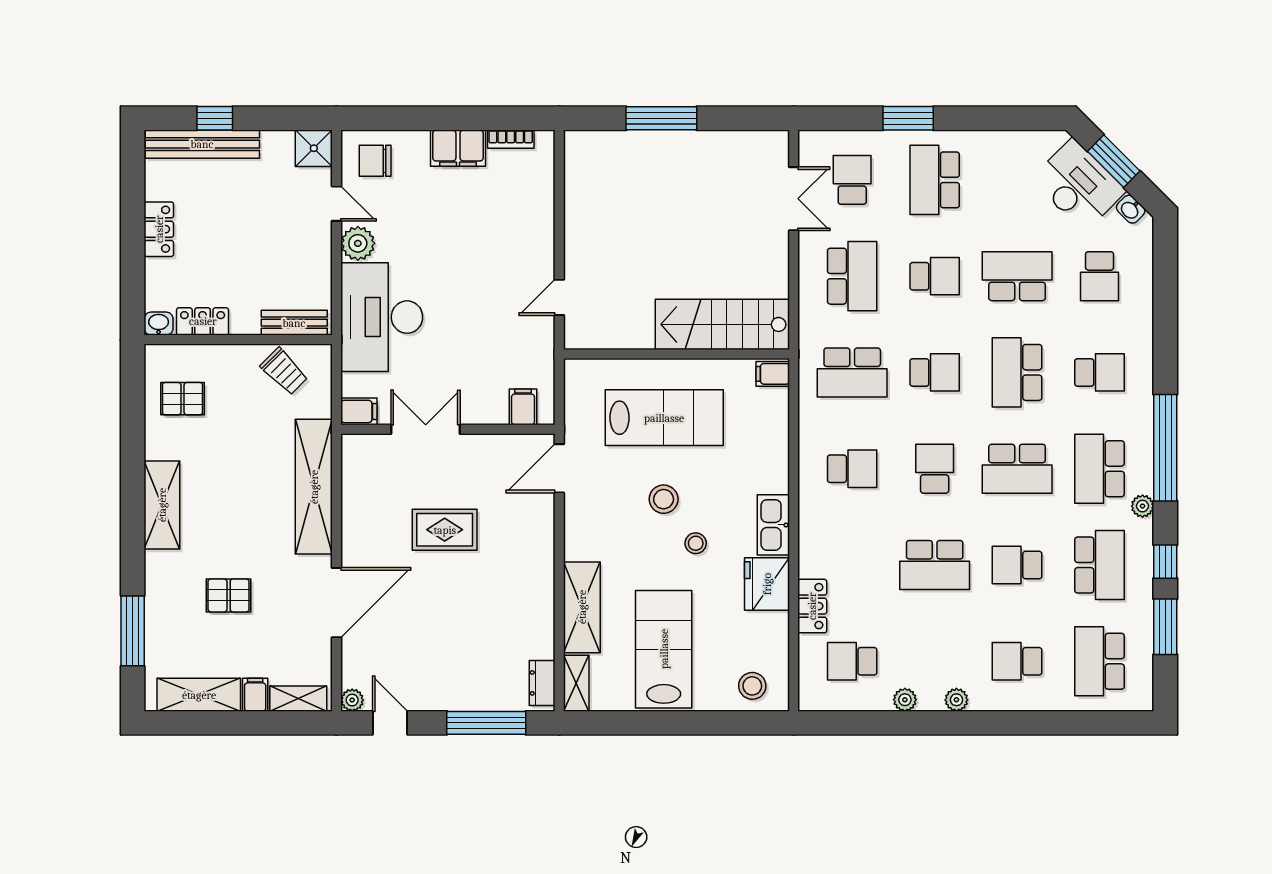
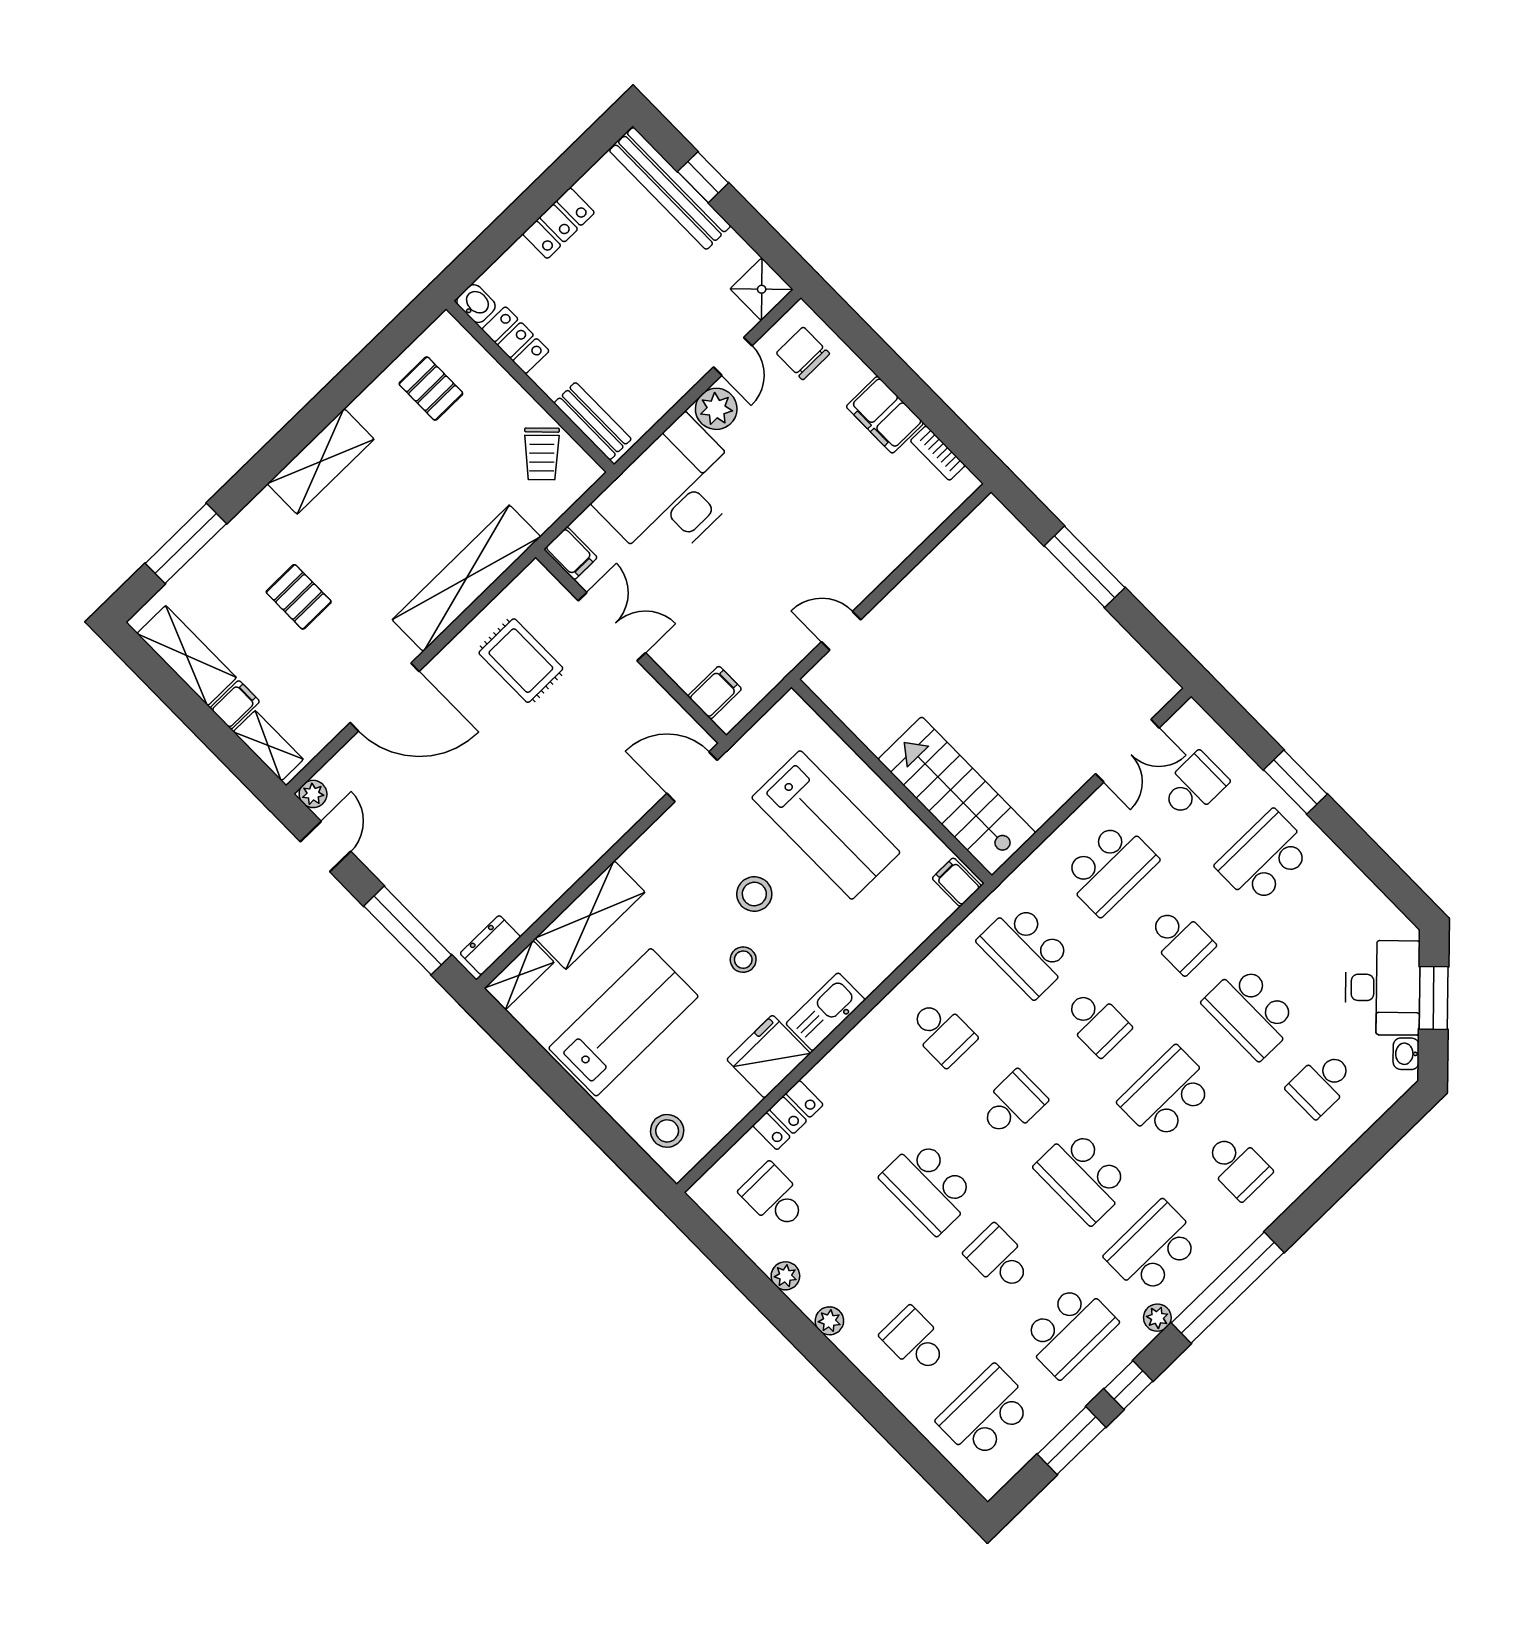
school desk: (1017, 276) -> (1251, 1012), turned 180
rug: (445, 530) -> (521, 661), moved

